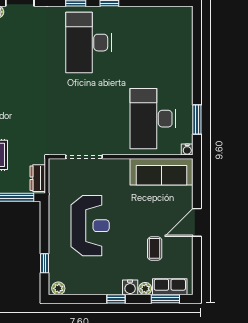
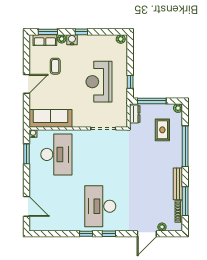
door: (197, 42) -> (26, 206), added
desk: (88, 43) -> (100, 206), turned 180
window: (44, 263) -> (130, 82), moved

